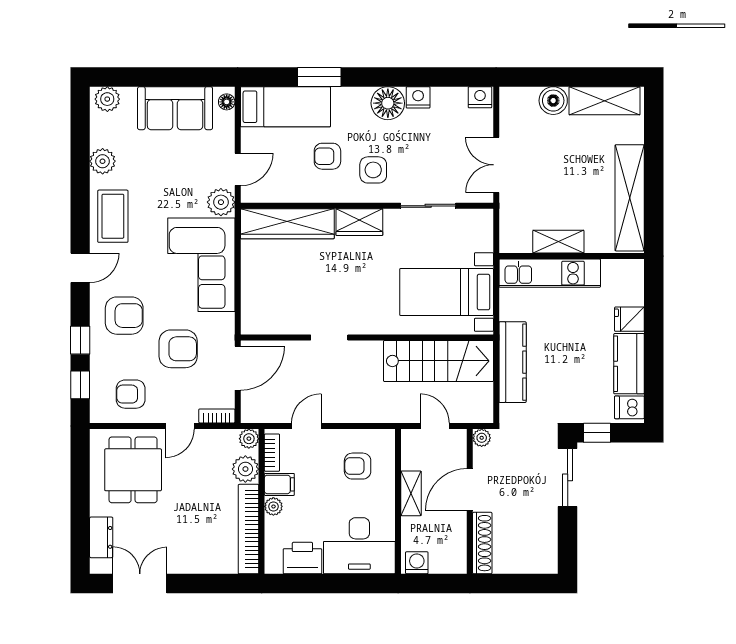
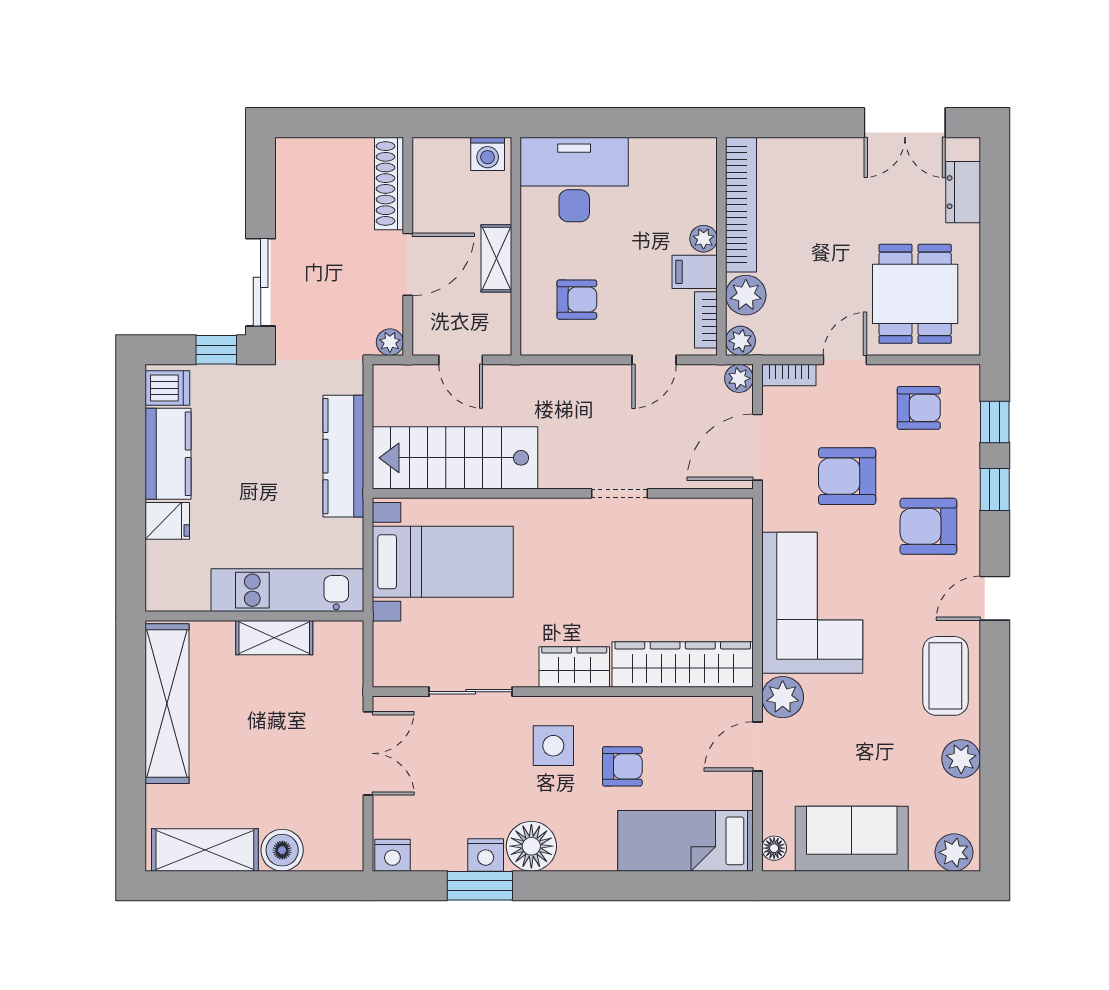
window: (319, 77) -> (480, 886), moved
plant: (250, 414) -> (739, 378), added
printer: (302, 558) -> (660, 161), removed

